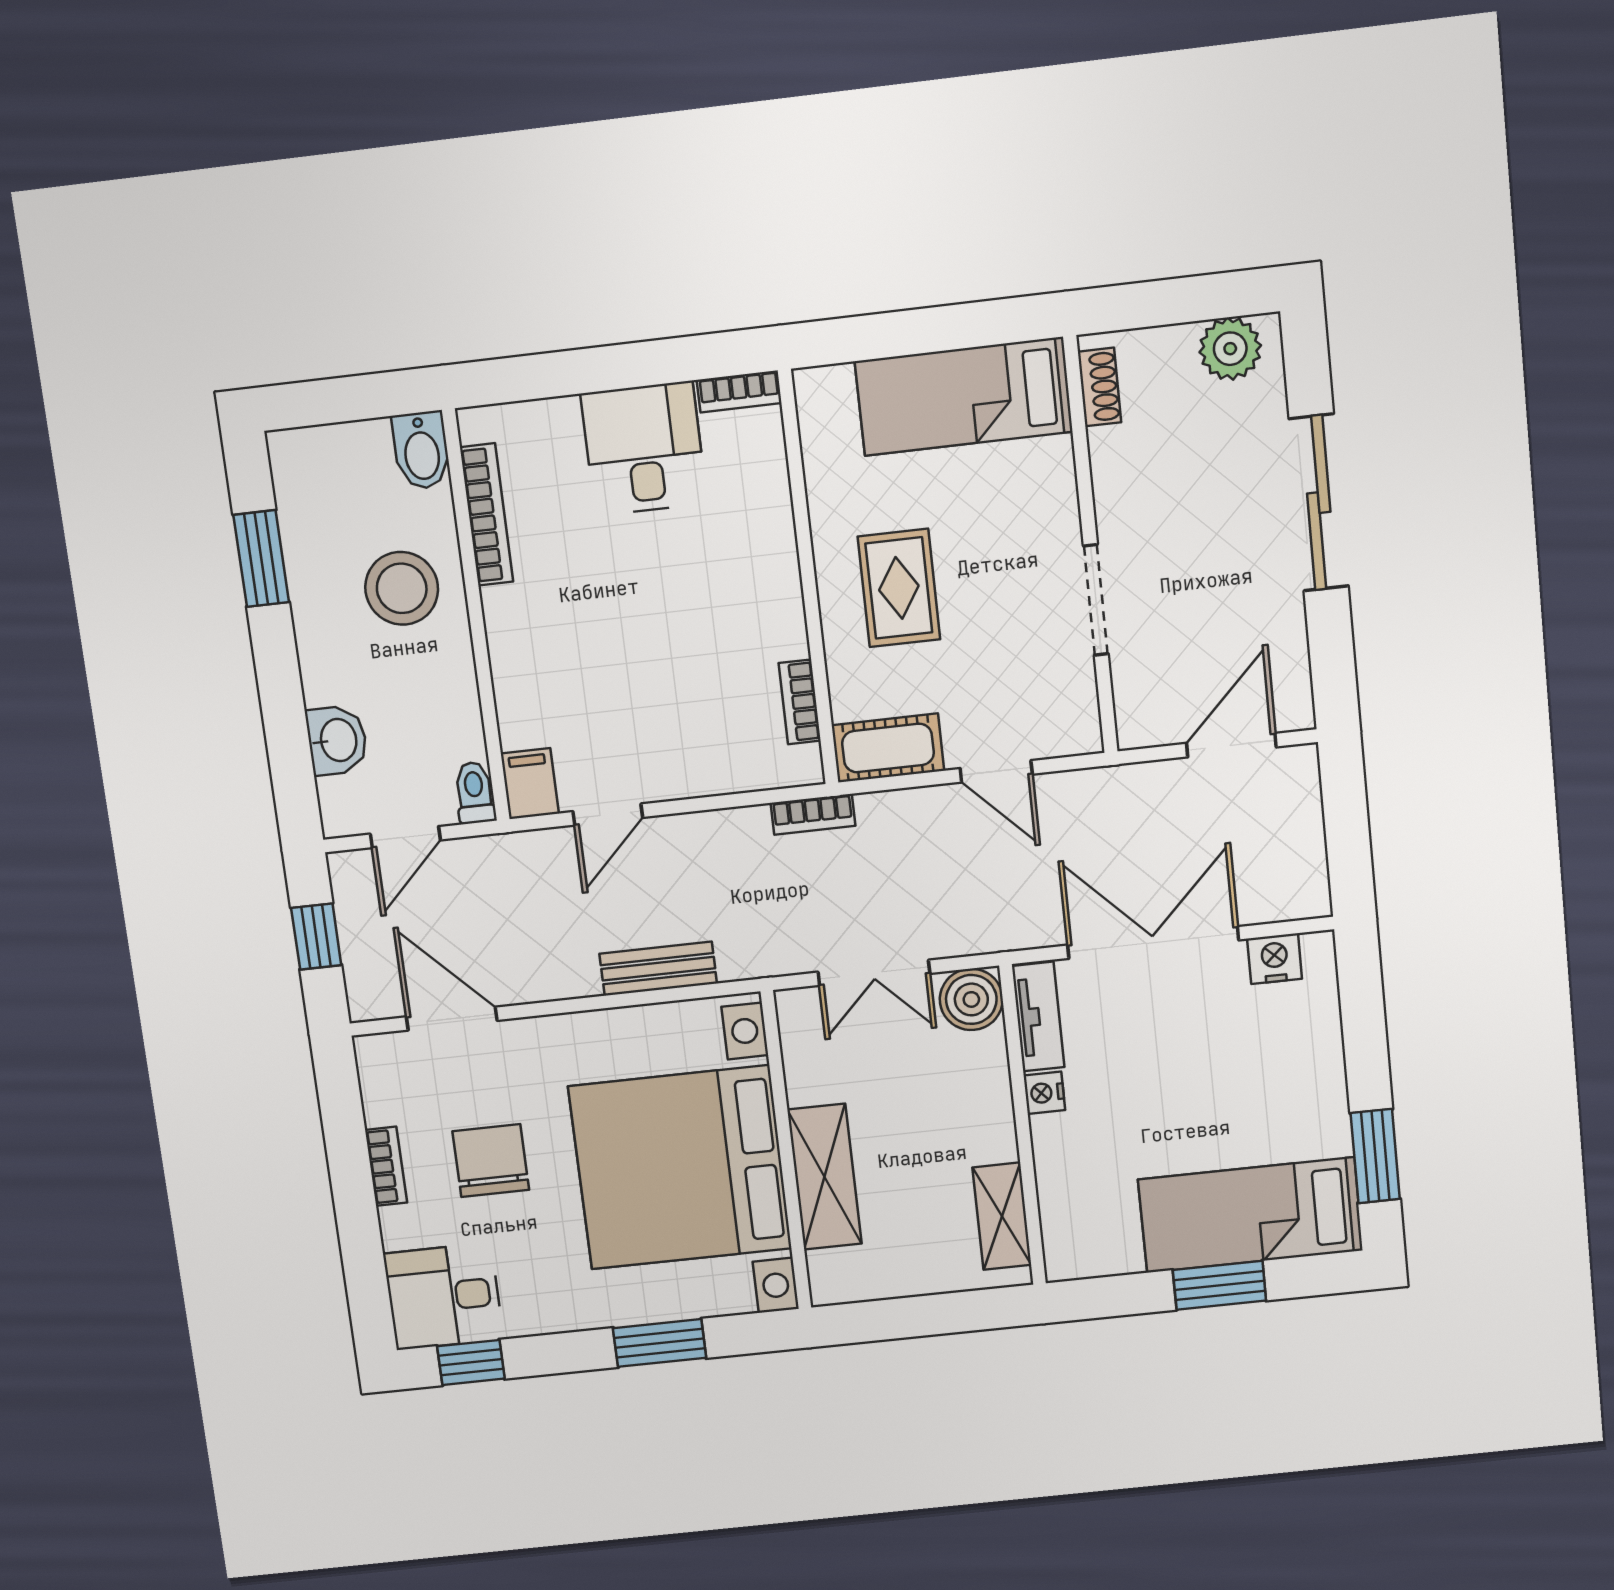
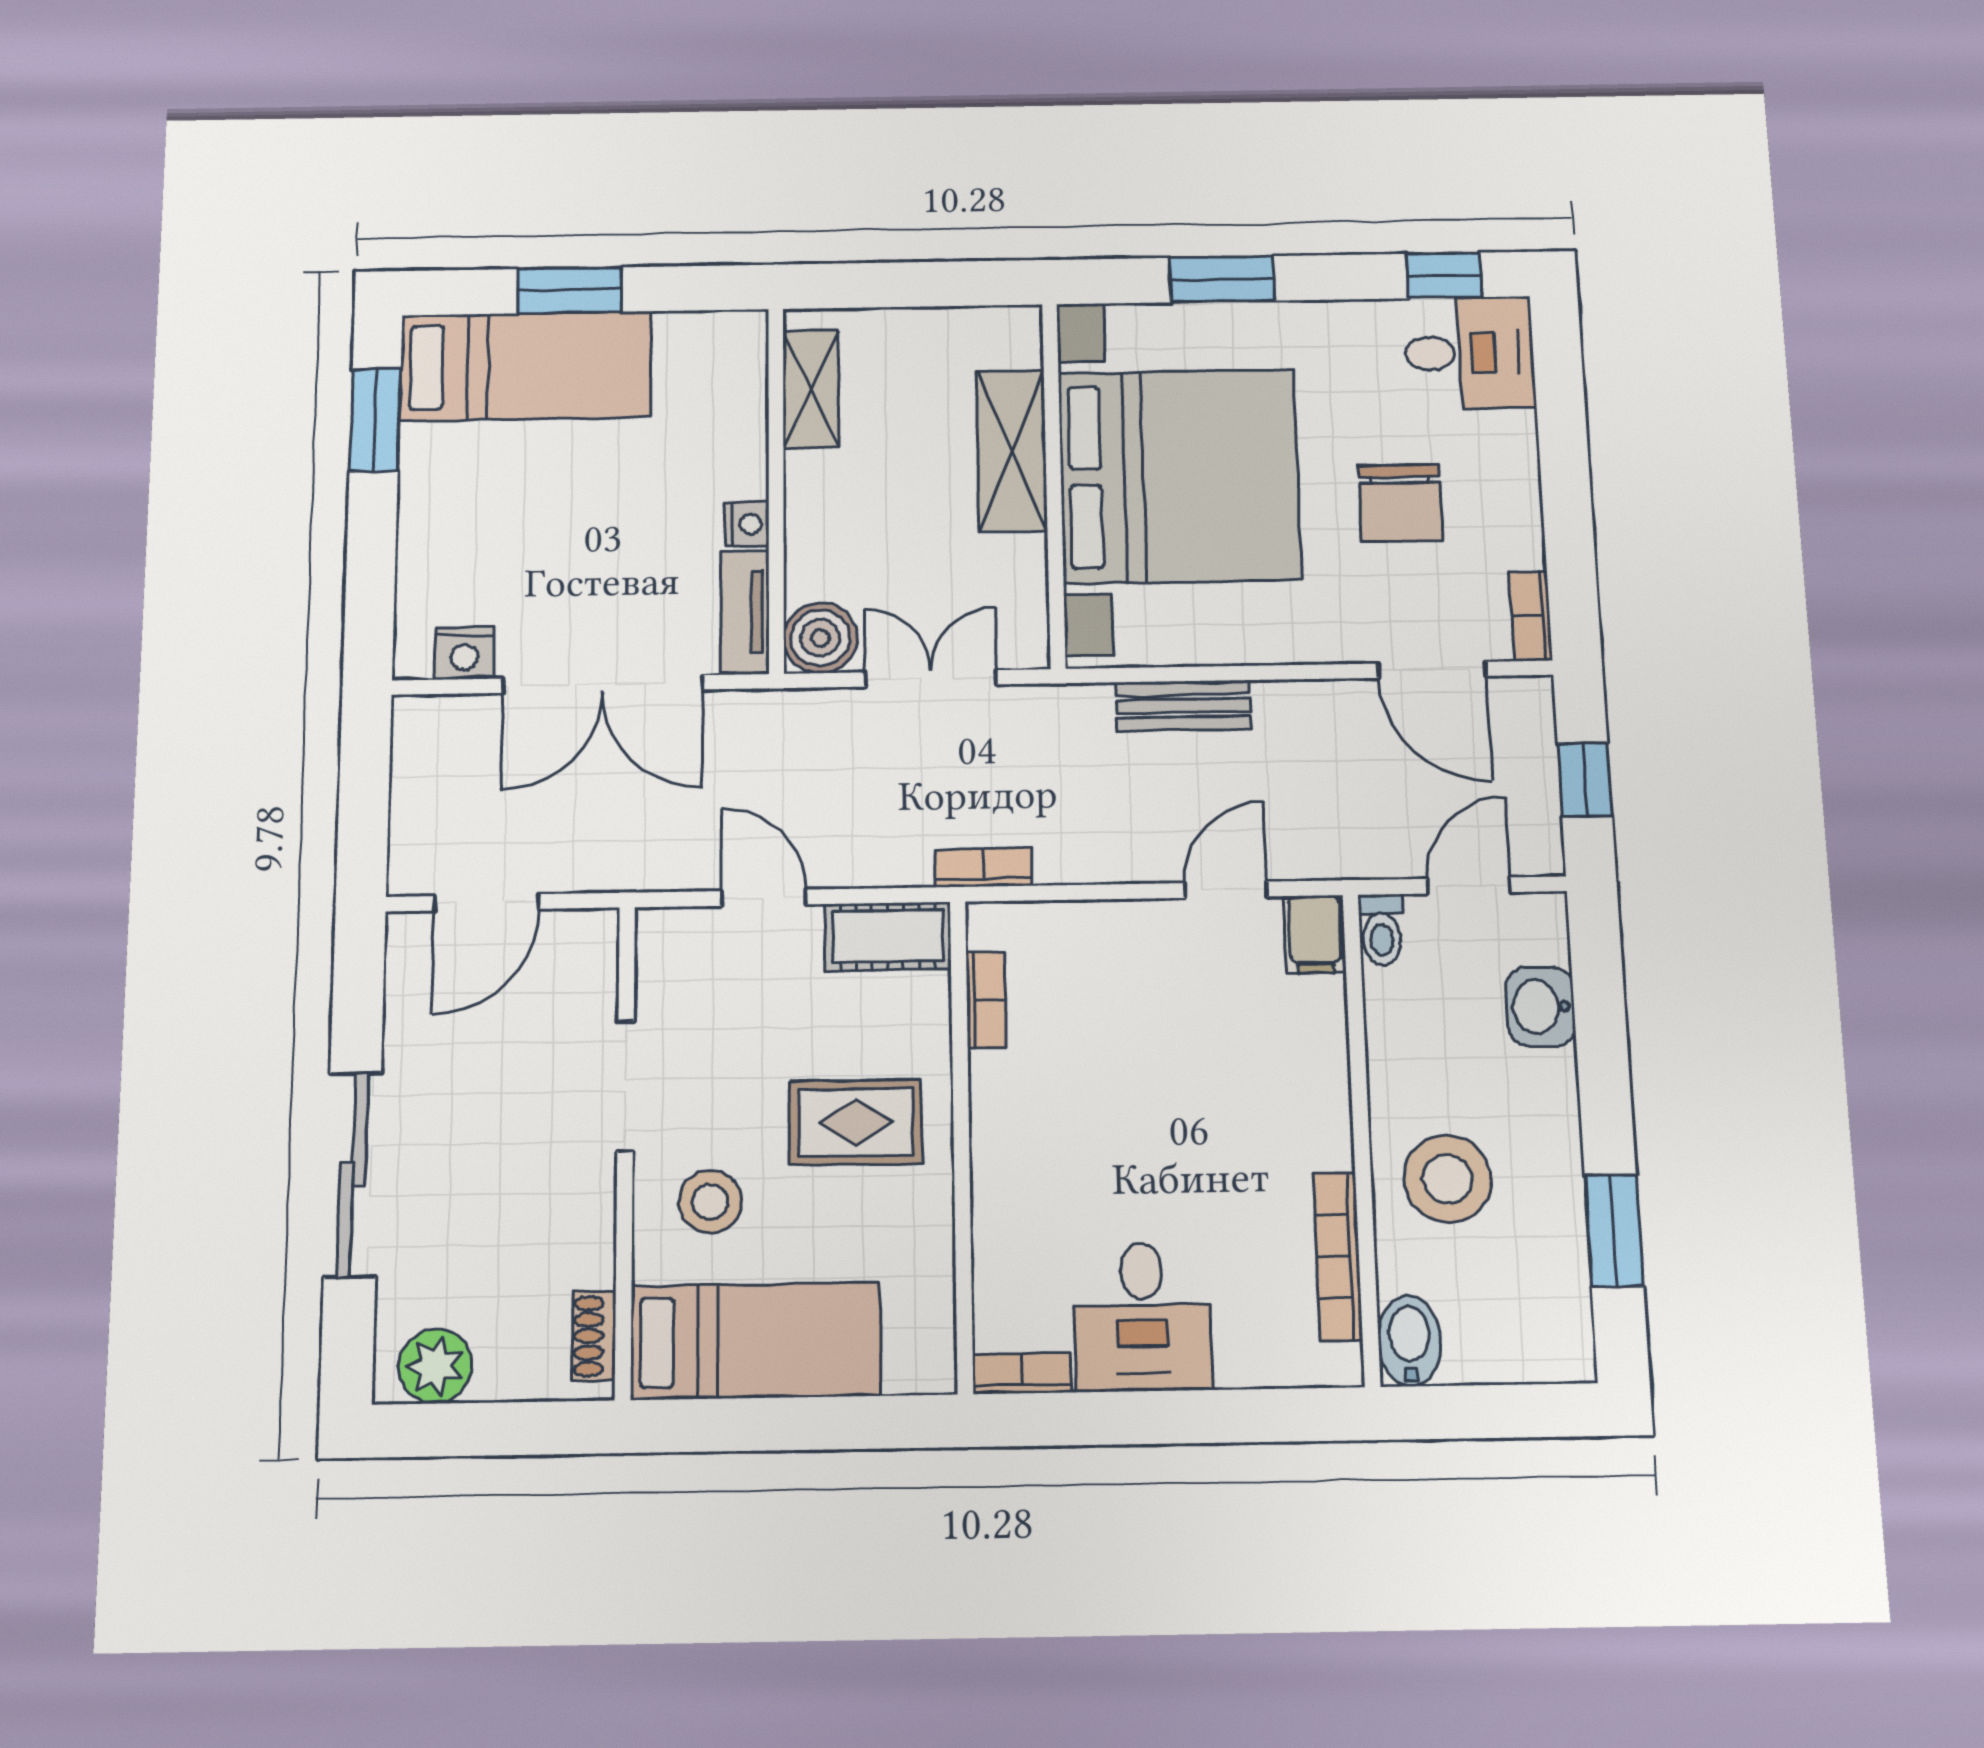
stool: (1014, 509) -> (710, 1202), added
rug: (899, 588) -> (856, 1122), turned 90
bookcase: (386, 1166) -> (1531, 616), moved

